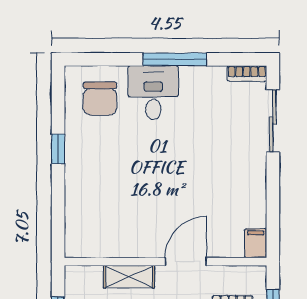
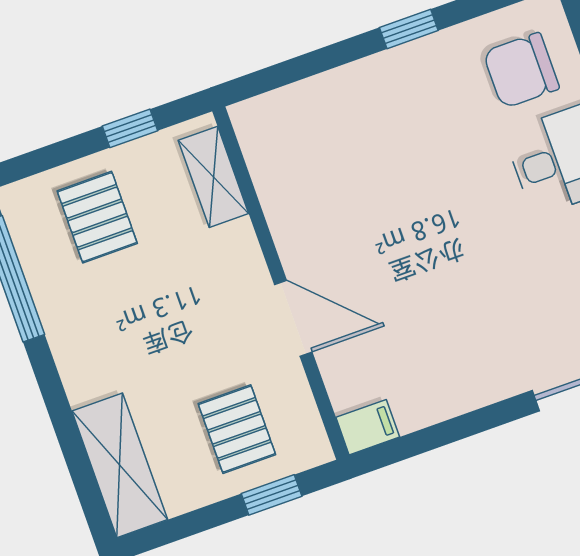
shelving: (129, 277) -> (213, 177), moved

